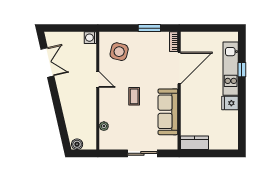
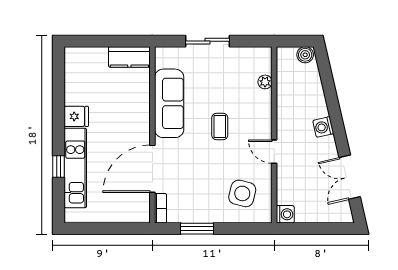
washing machine: (65, 96) -> (323, 127), added

